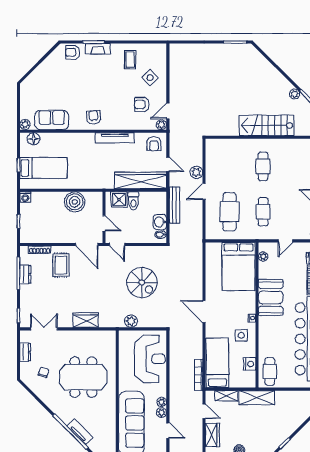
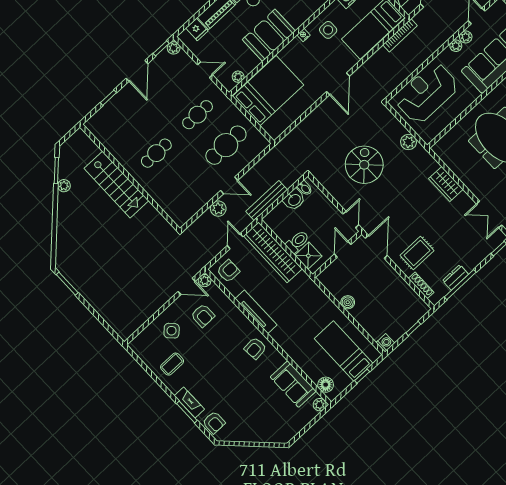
boiler: (75, 202) -> (348, 302), width x0.54, depth x0.54

